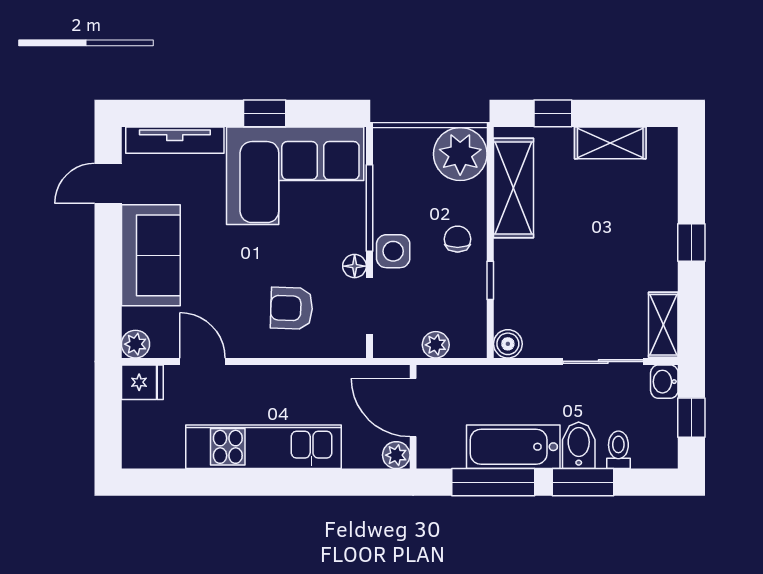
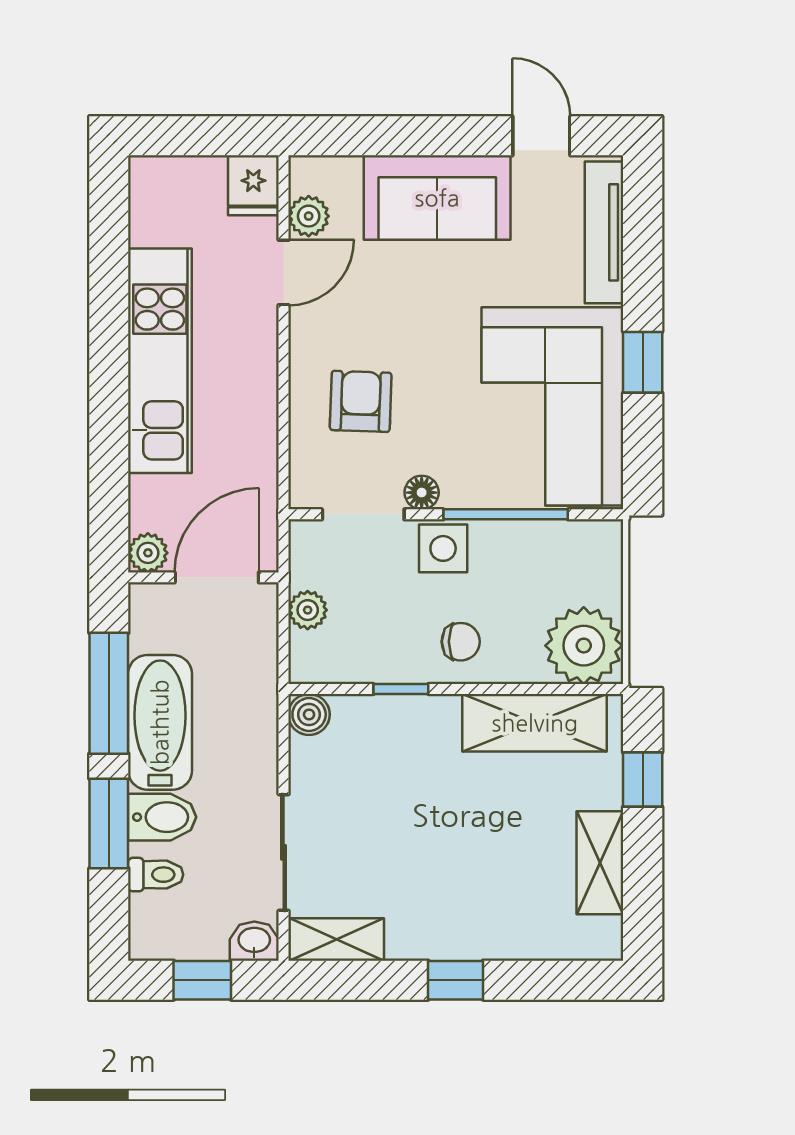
plant: (136, 344) -> (309, 216), moved

